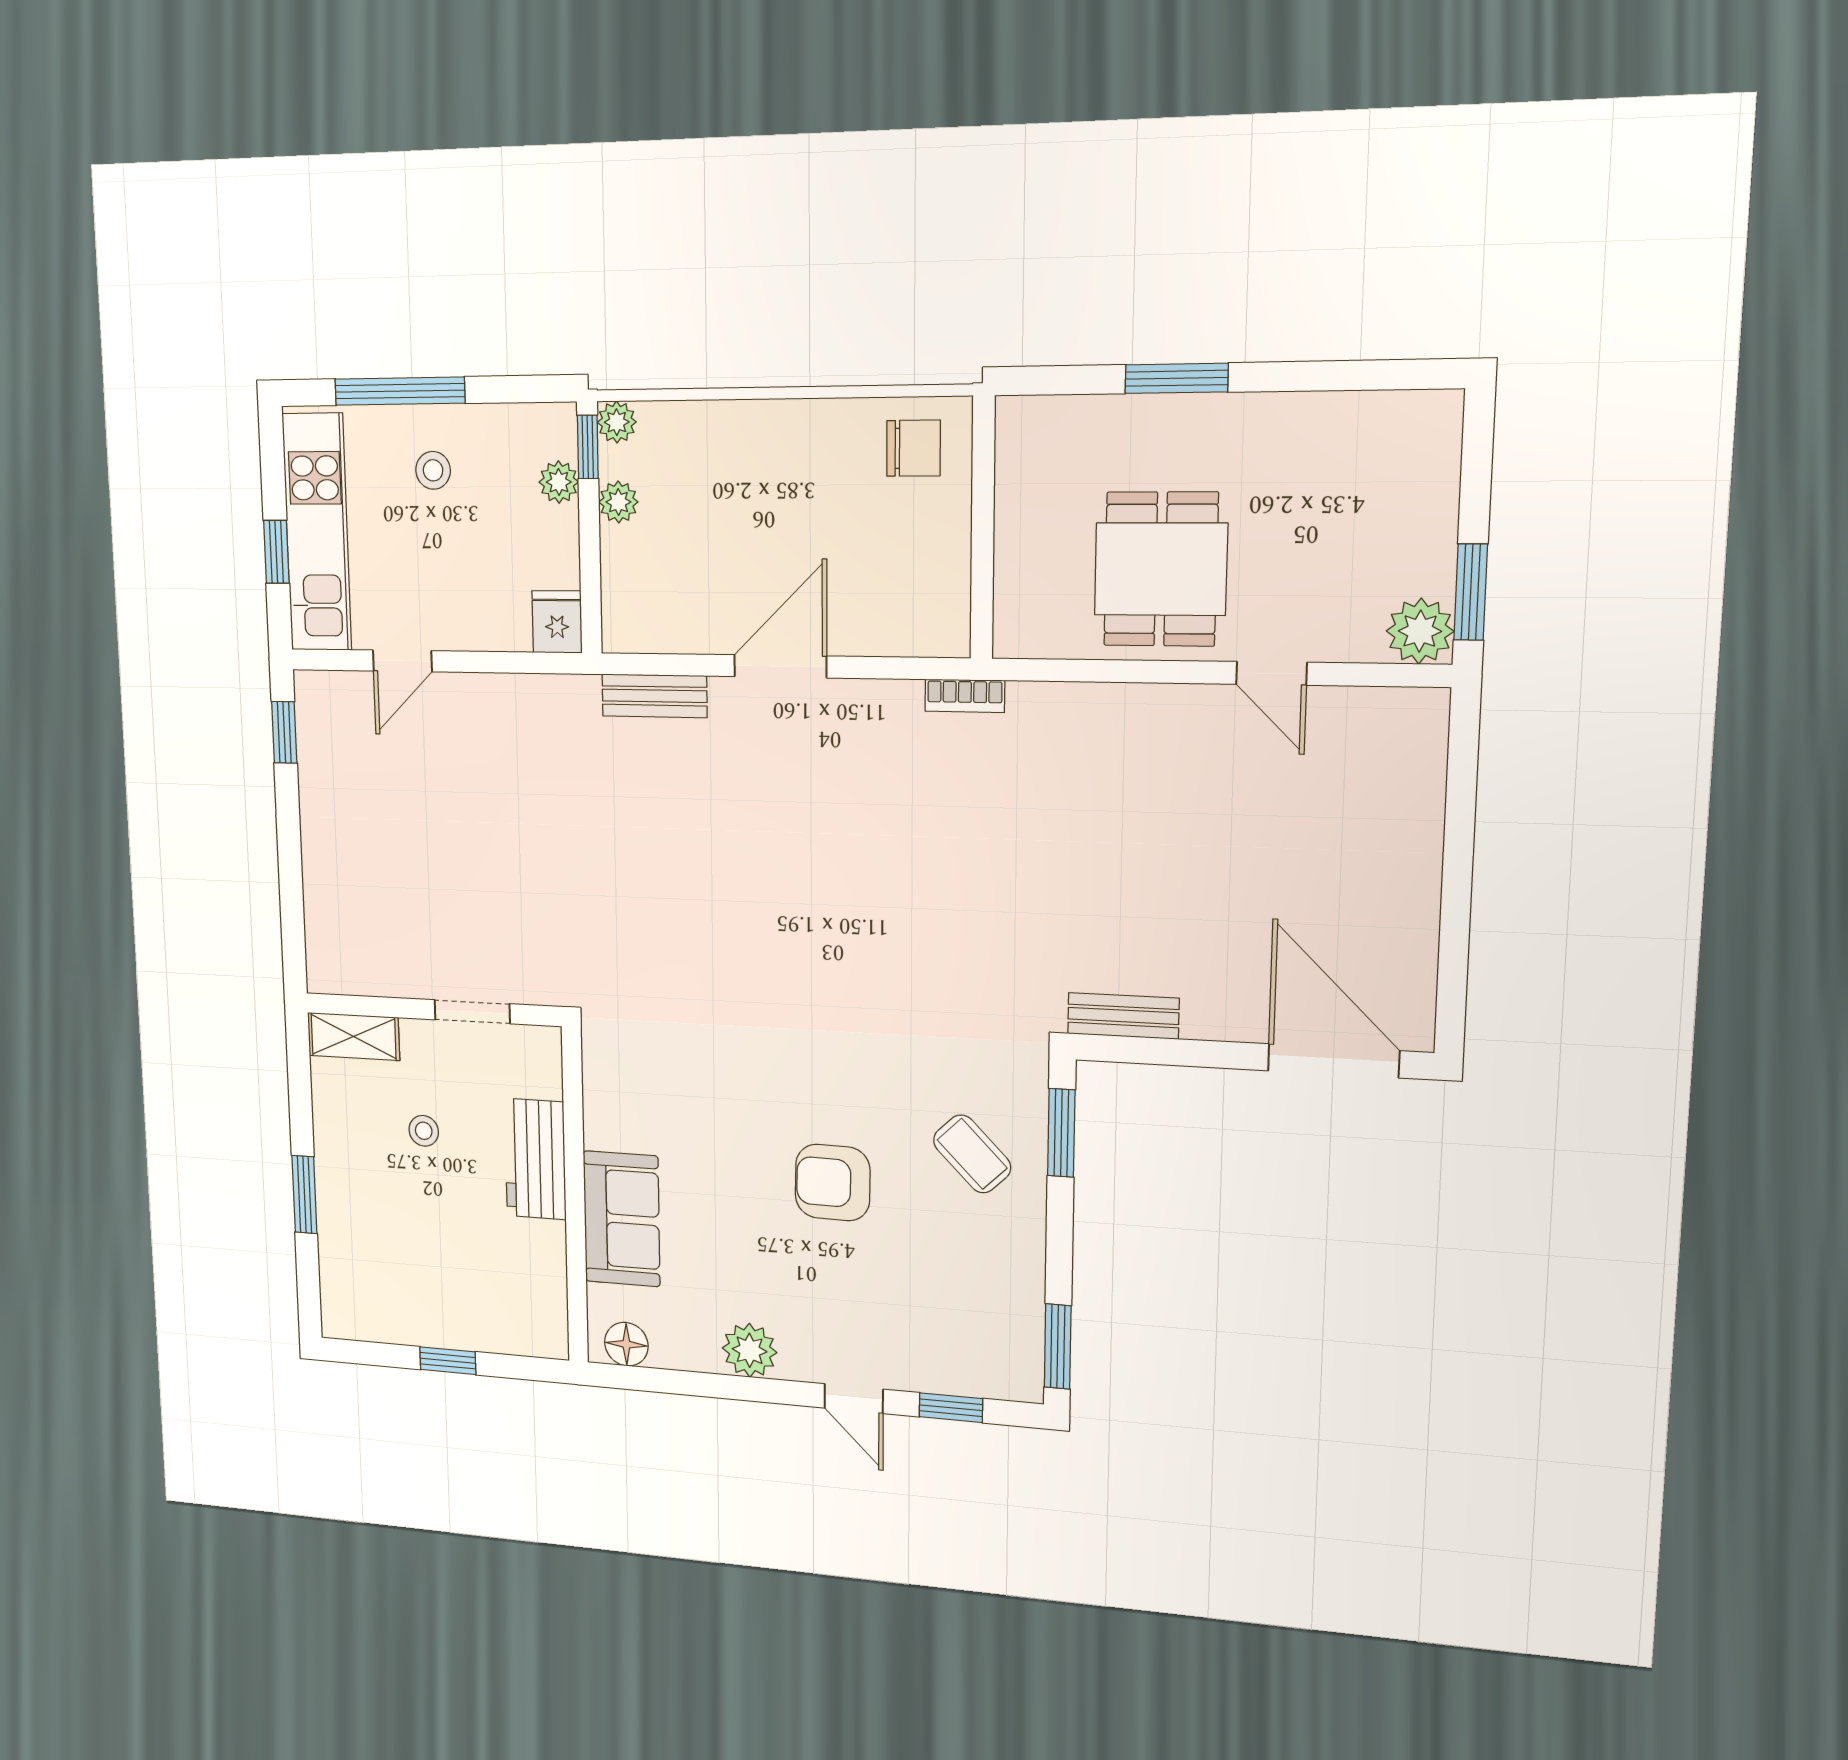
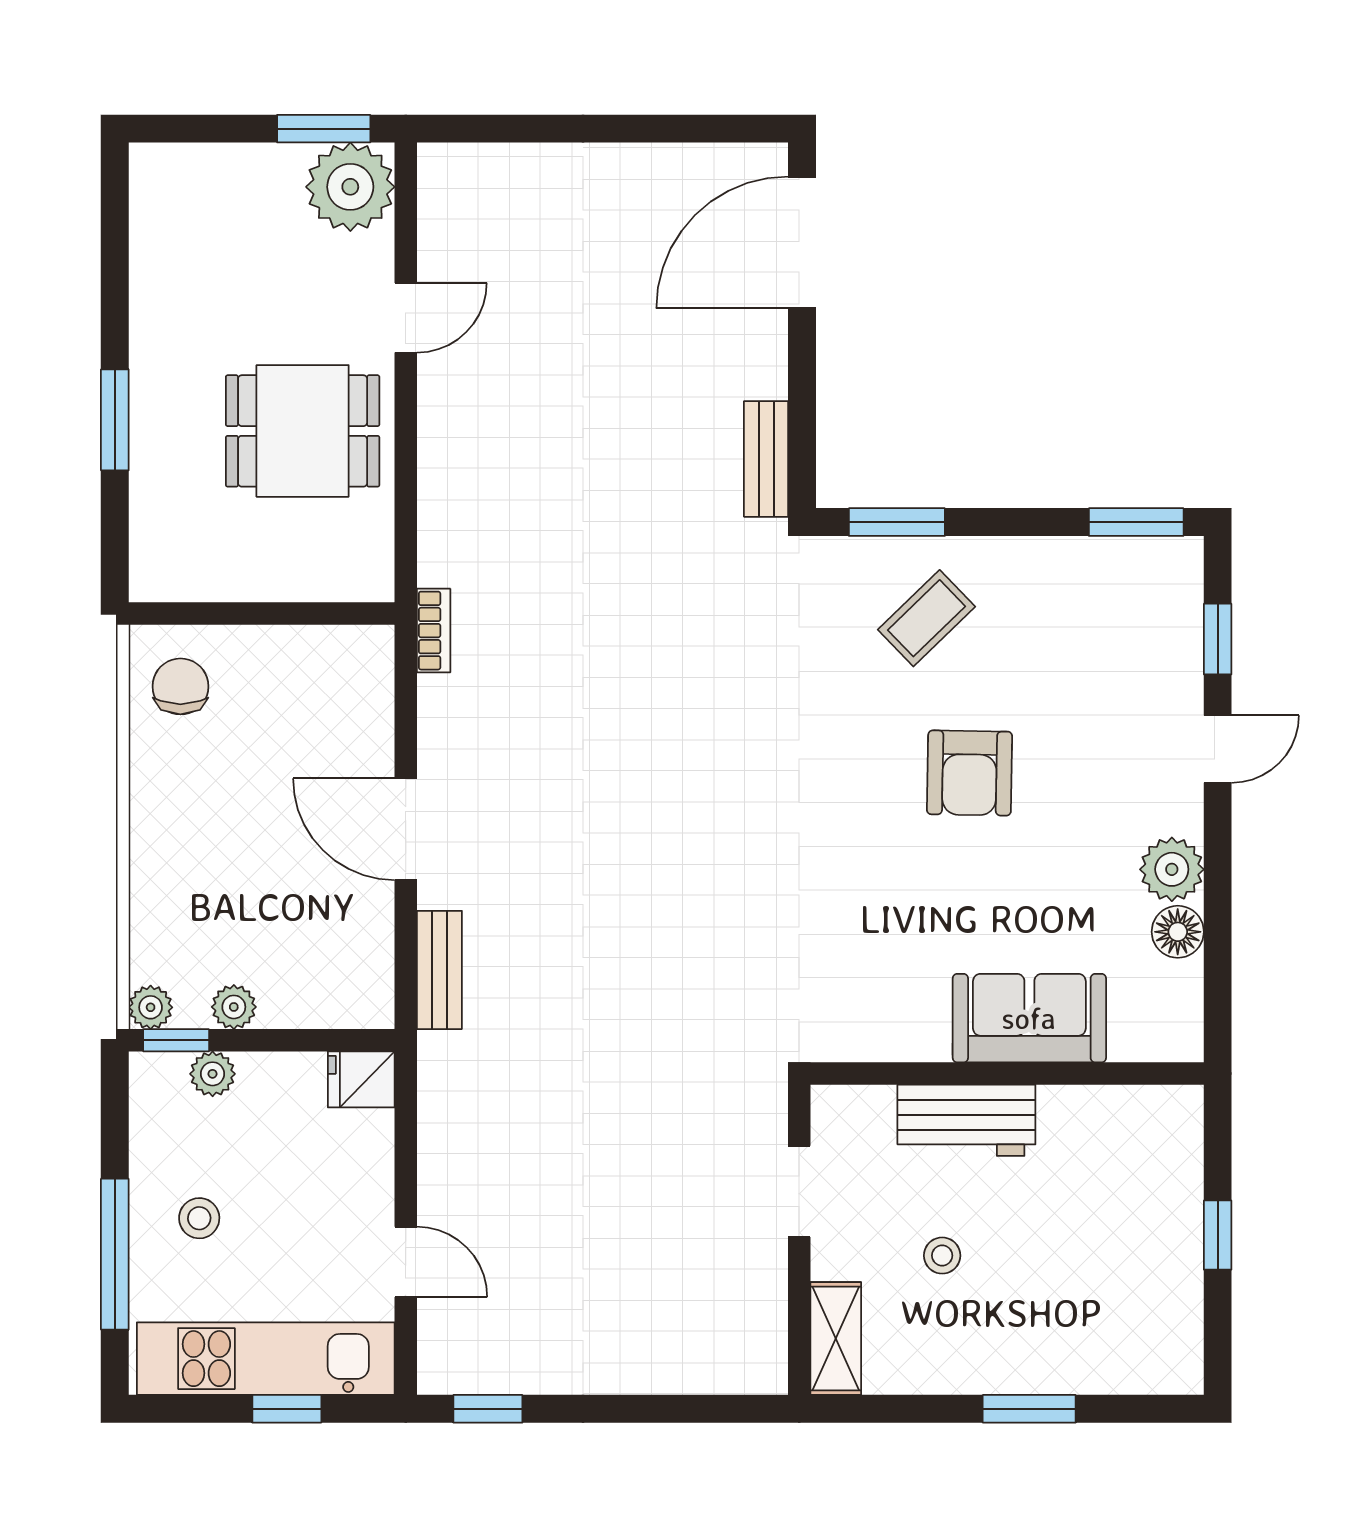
plant: (1420, 631) -> (350, 187), width x1.36, depth x1.36
floor lamp: (626, 1344) -> (1178, 932), moved

